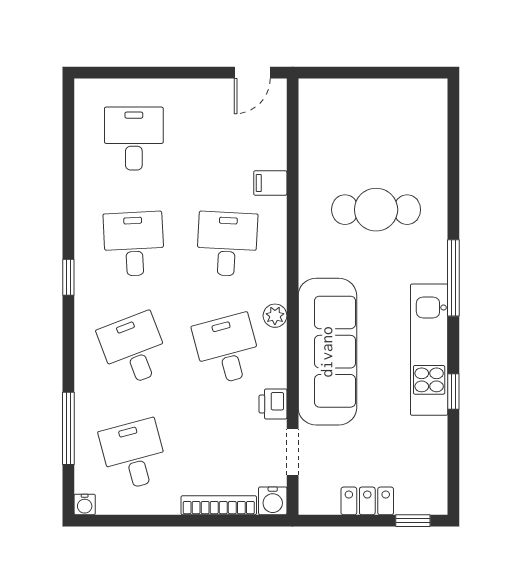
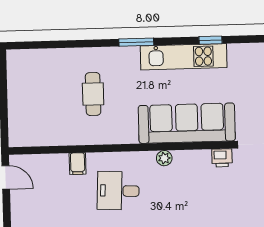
cafe table: (376, 210) -> (93, 94), width x0.73, depth x0.74
window: (453, 278) -> (136, 42), width x0.69
desk: (227, 349) -> (187, 189), removed

